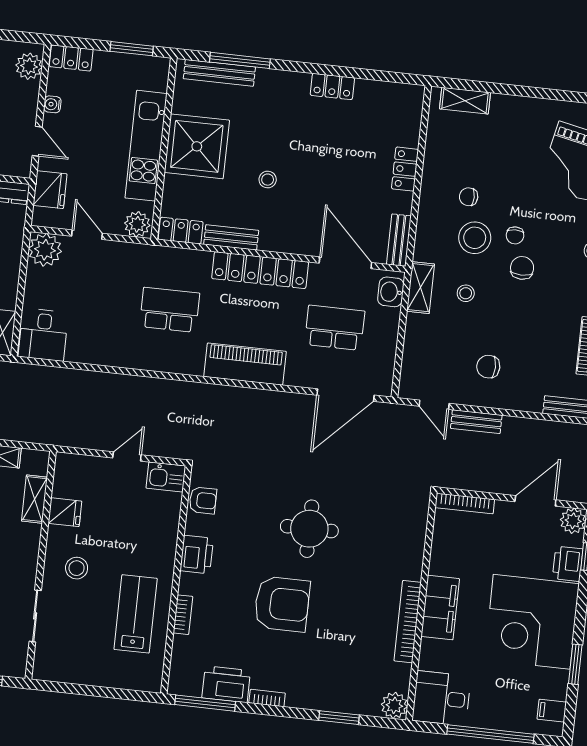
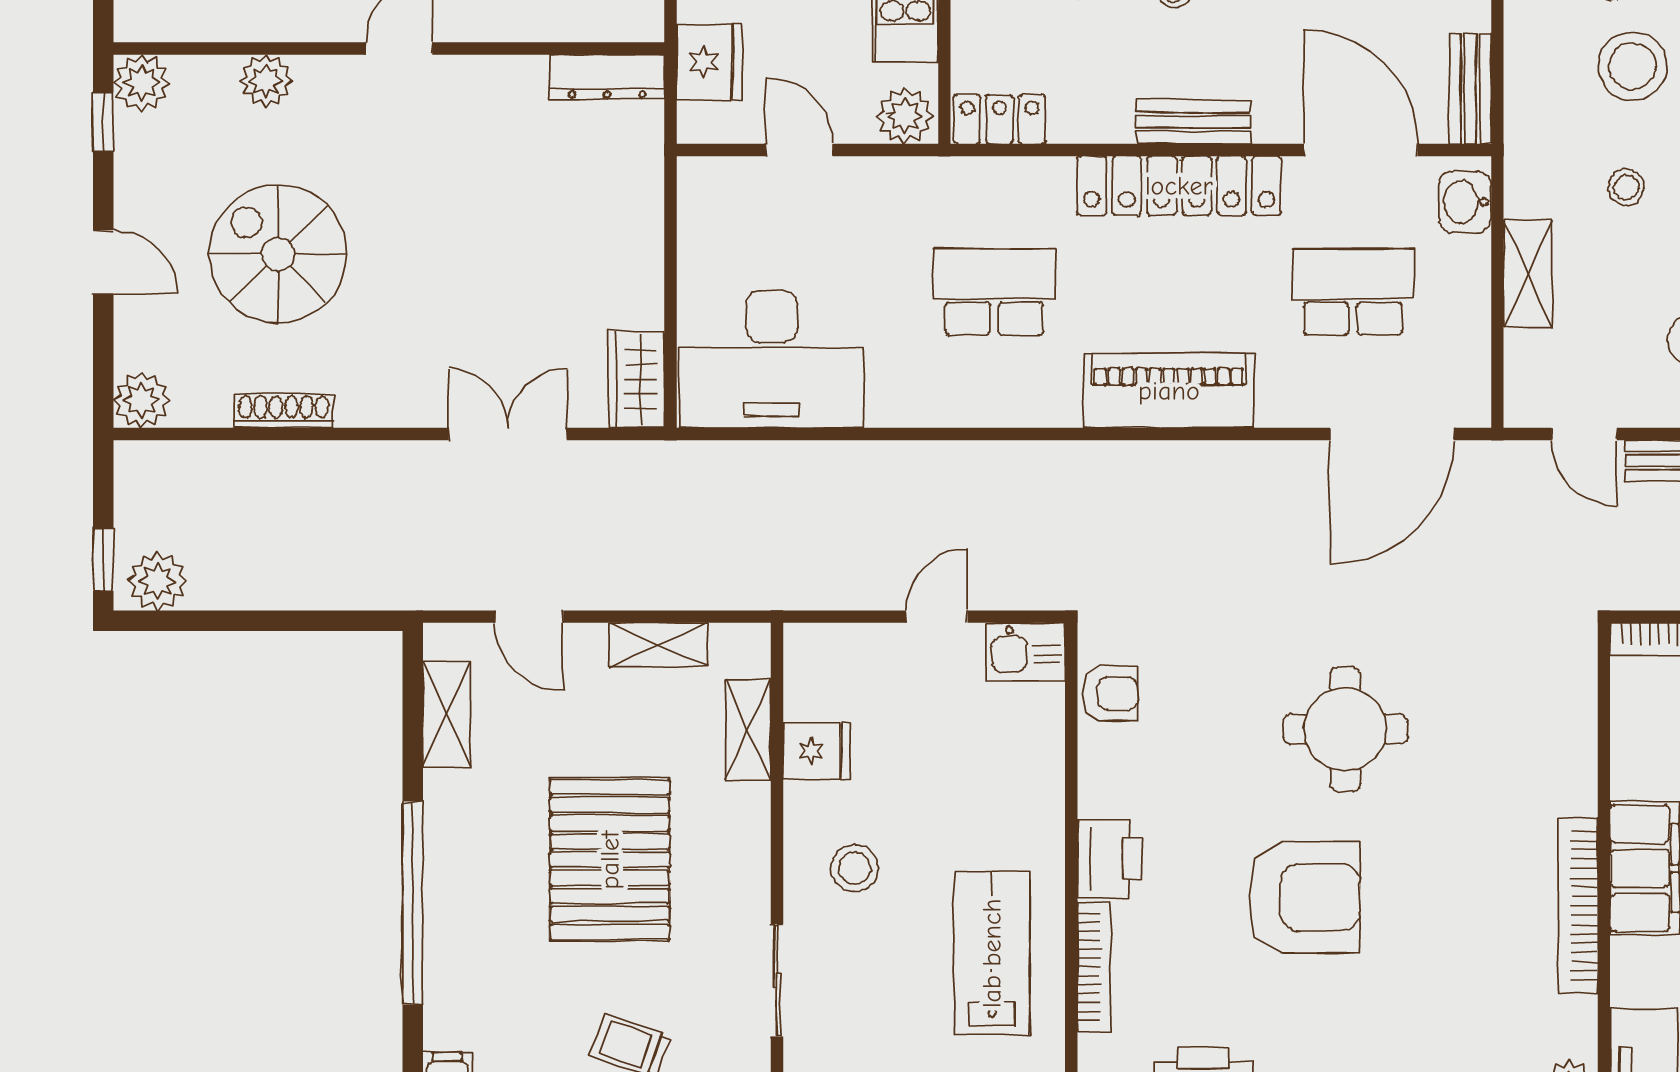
bench: (231, 237) -> (1193, 122), moved
plant: (45, 250) -> (713, 192), removed
shelving: (421, 288) -> (1528, 274), moved
desk: (43, 335) -> (772, 359), width x1.87, depth x1.30
printer: (197, 555) -> (1110, 859), moved
bookcase: (183, 615) -> (1094, 967), width x1.56

